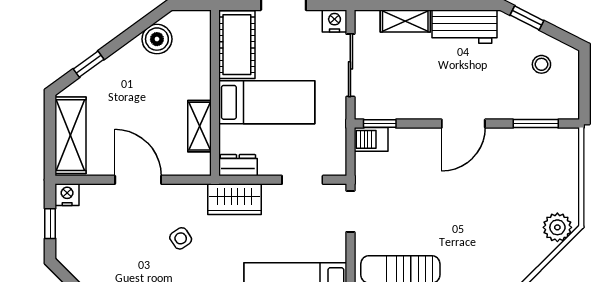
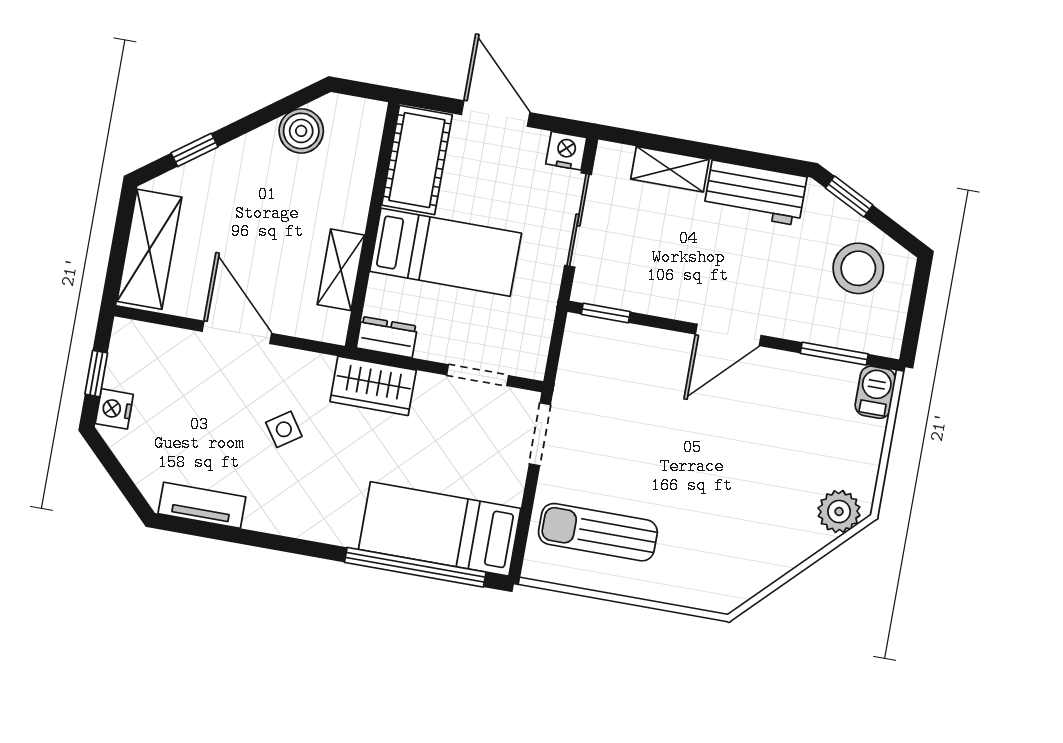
stool: (541, 64) -> (858, 268), width x1.89, depth x1.89
barbecue: (371, 139) -> (875, 392), moved, turned 90
nightstand: (67, 195) -> (114, 409), moved, turned -90

